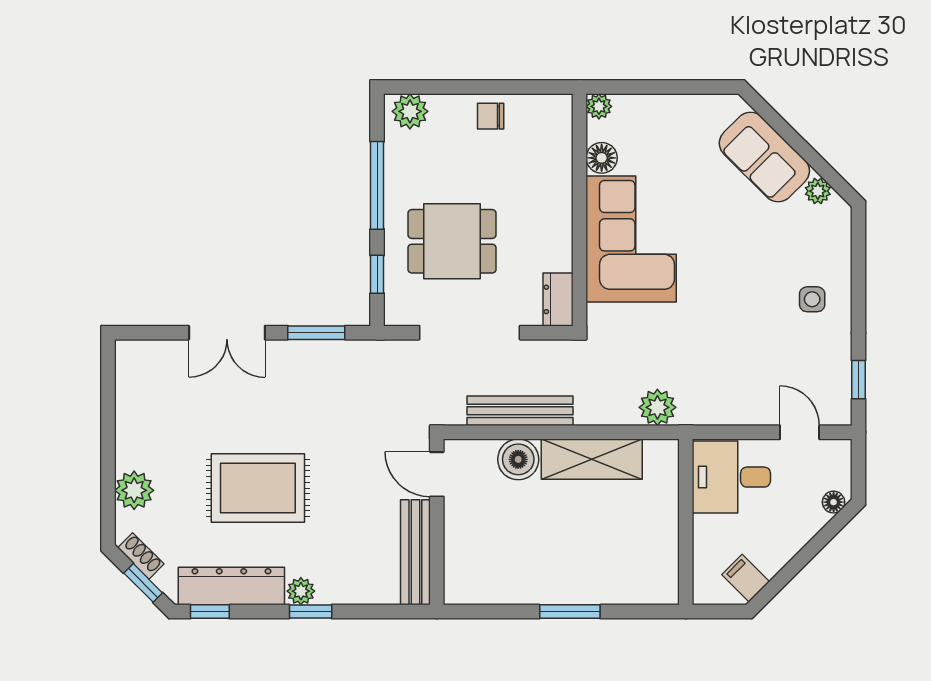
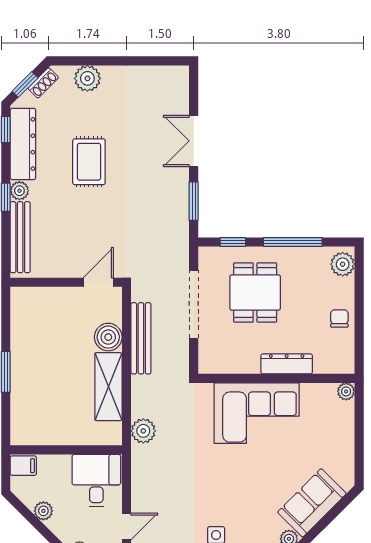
floor lamp: (602, 158) -> (311, 393), removed
dresser: (558, 299) -> (287, 364), moved, width x1.44
rug: (258, 488) -> (89, 162), width x0.73, depth x0.70
bench: (415, 552) -> (20, 237), moved, turned 90
plant: (776, 556) -> (43, 511), added
filing cabinet: (746, 578) -> (23, 466), moved, turned 45

